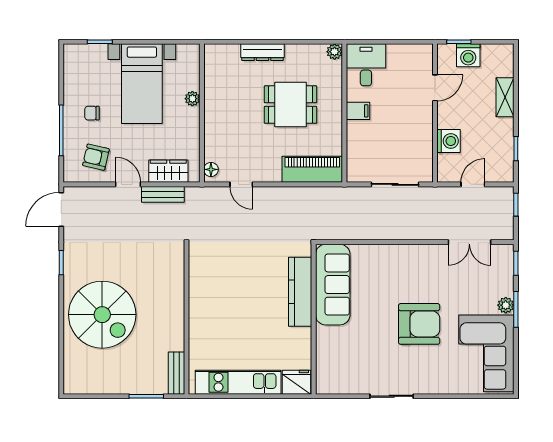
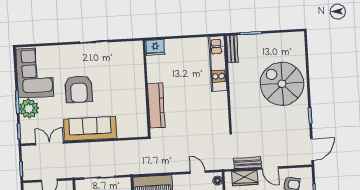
sofa: (333, 285) -> (90, 129), moved, turned 90
plant: (506, 305) -> (29, 109), width x1.88, depth x1.88
armchair: (419, 324) -> (79, 89), turned -90
kitchen unit: (238, 382) -> (218, 64), moved, turned 90

